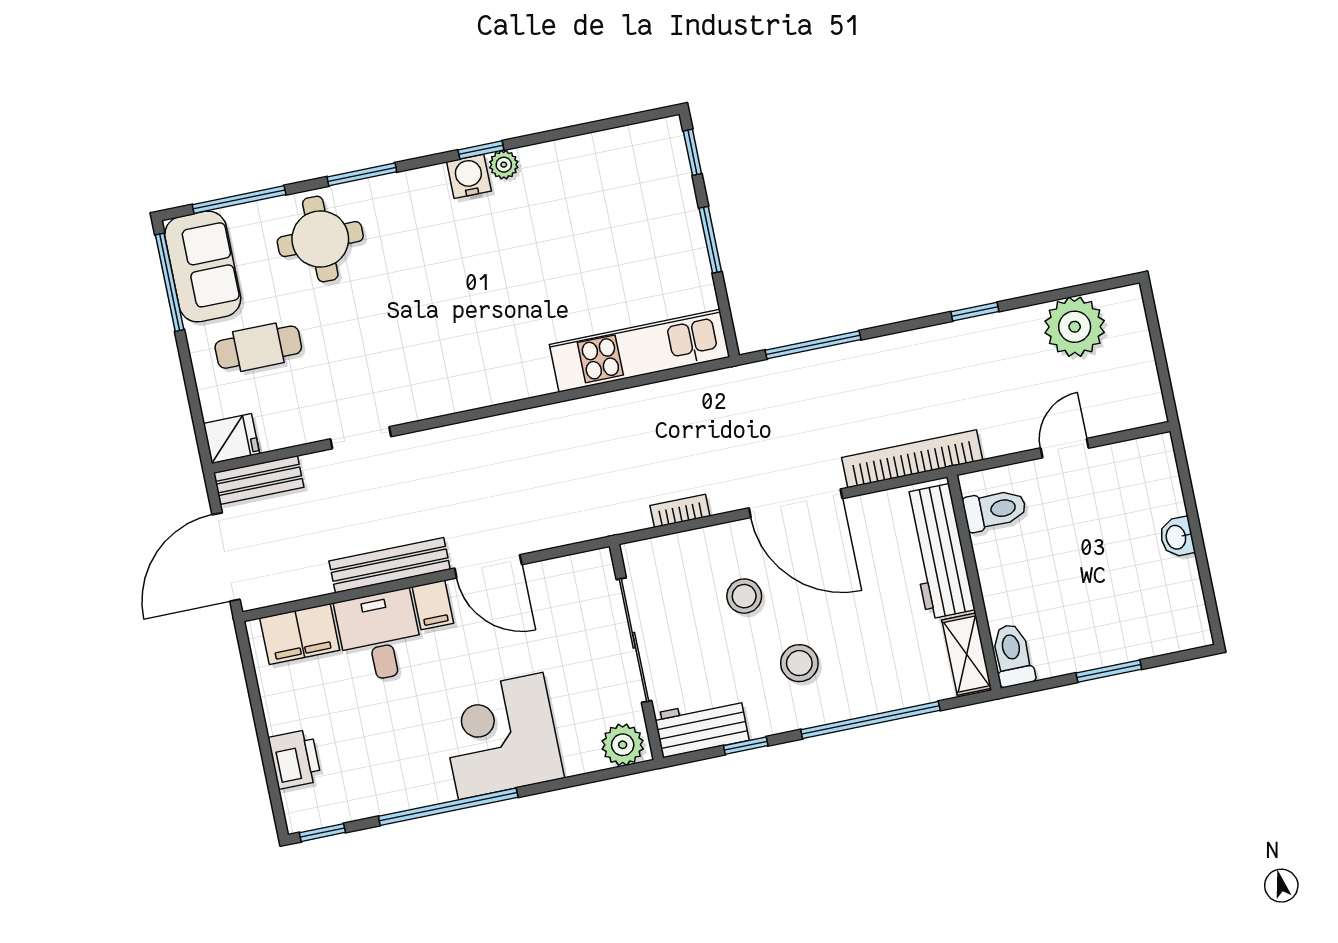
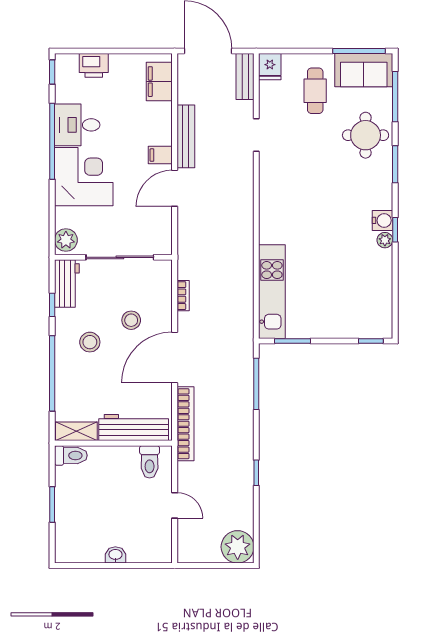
window: (710, 240) -> (293, 341), moved
plant: (1075, 327) -> (238, 547), moved
desk: (380, 636) -> (77, 125), moved, turned 180

